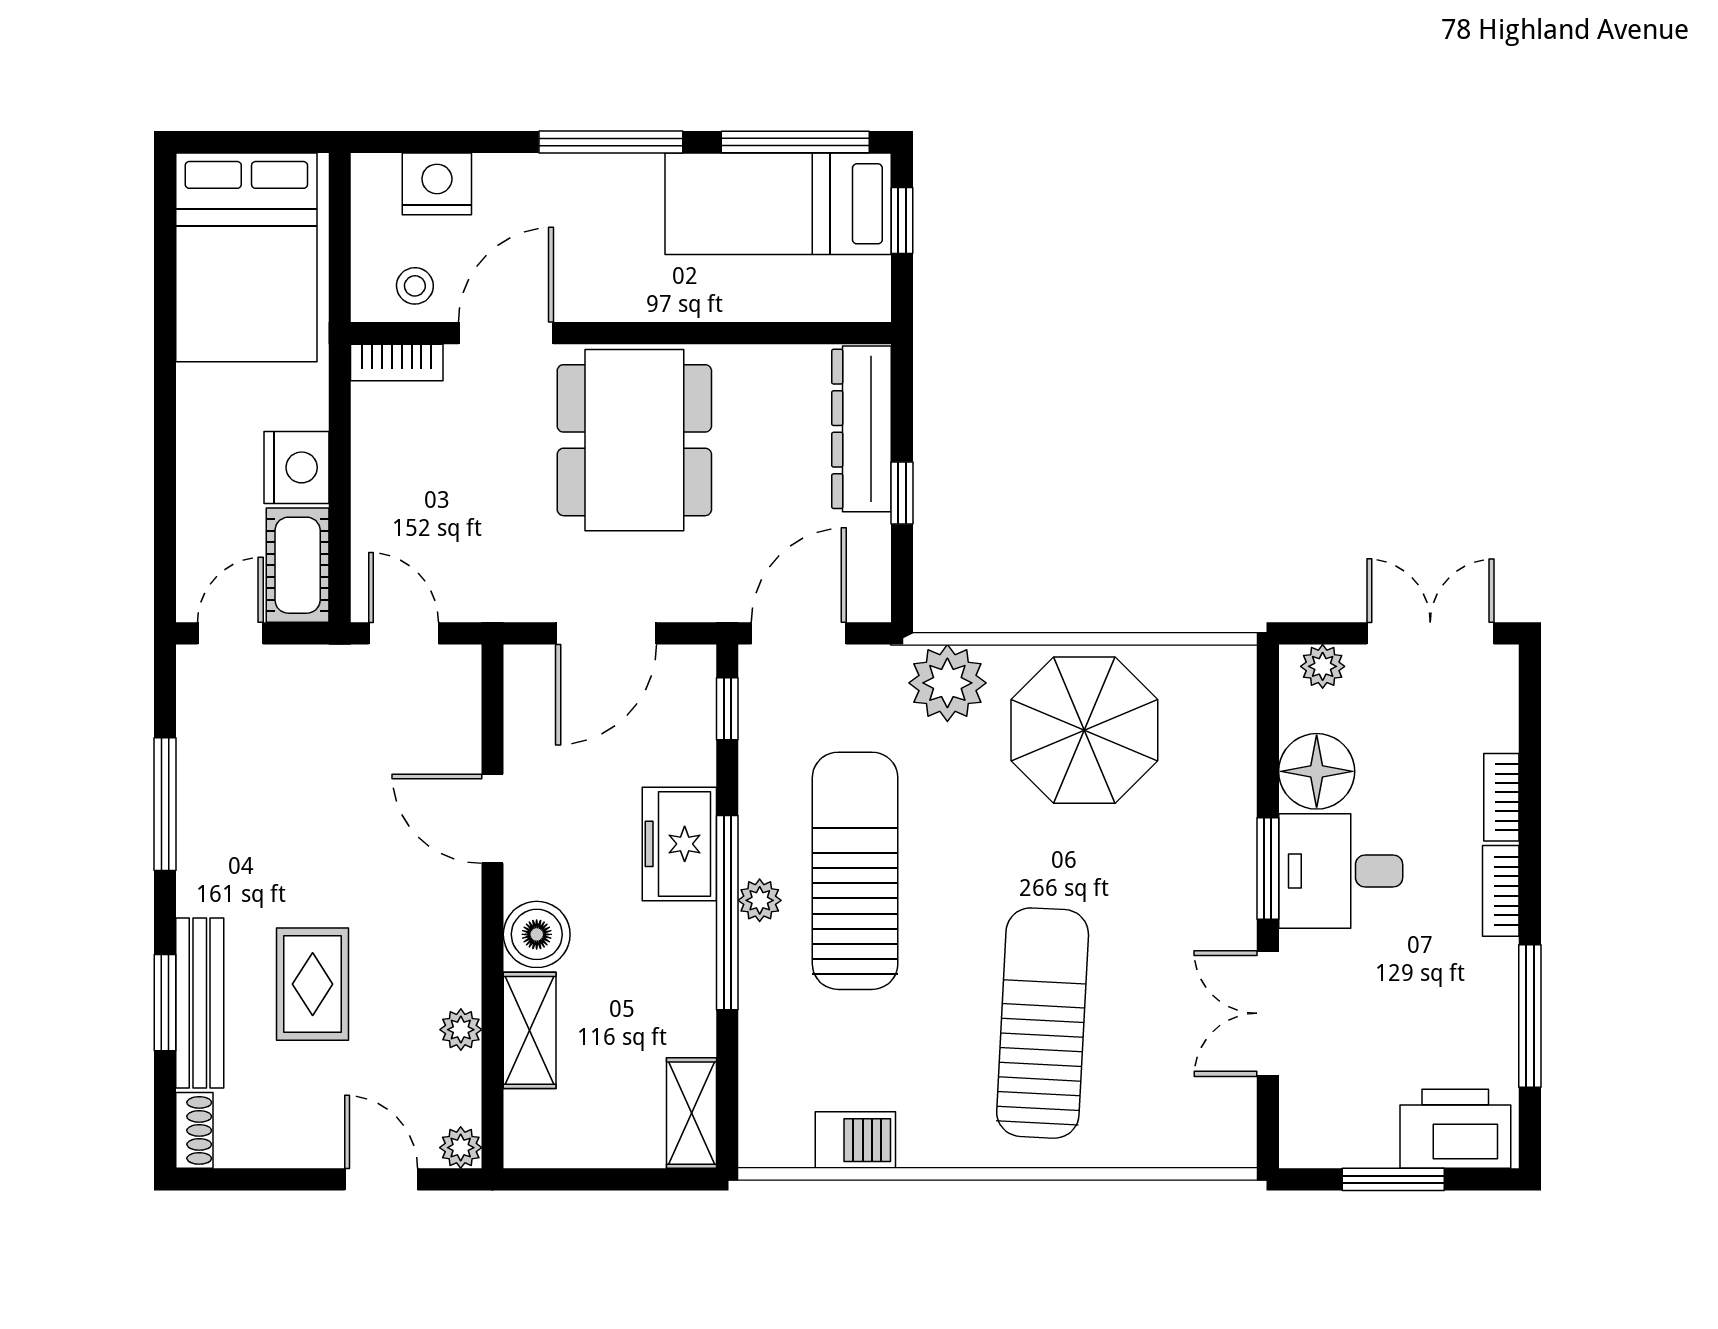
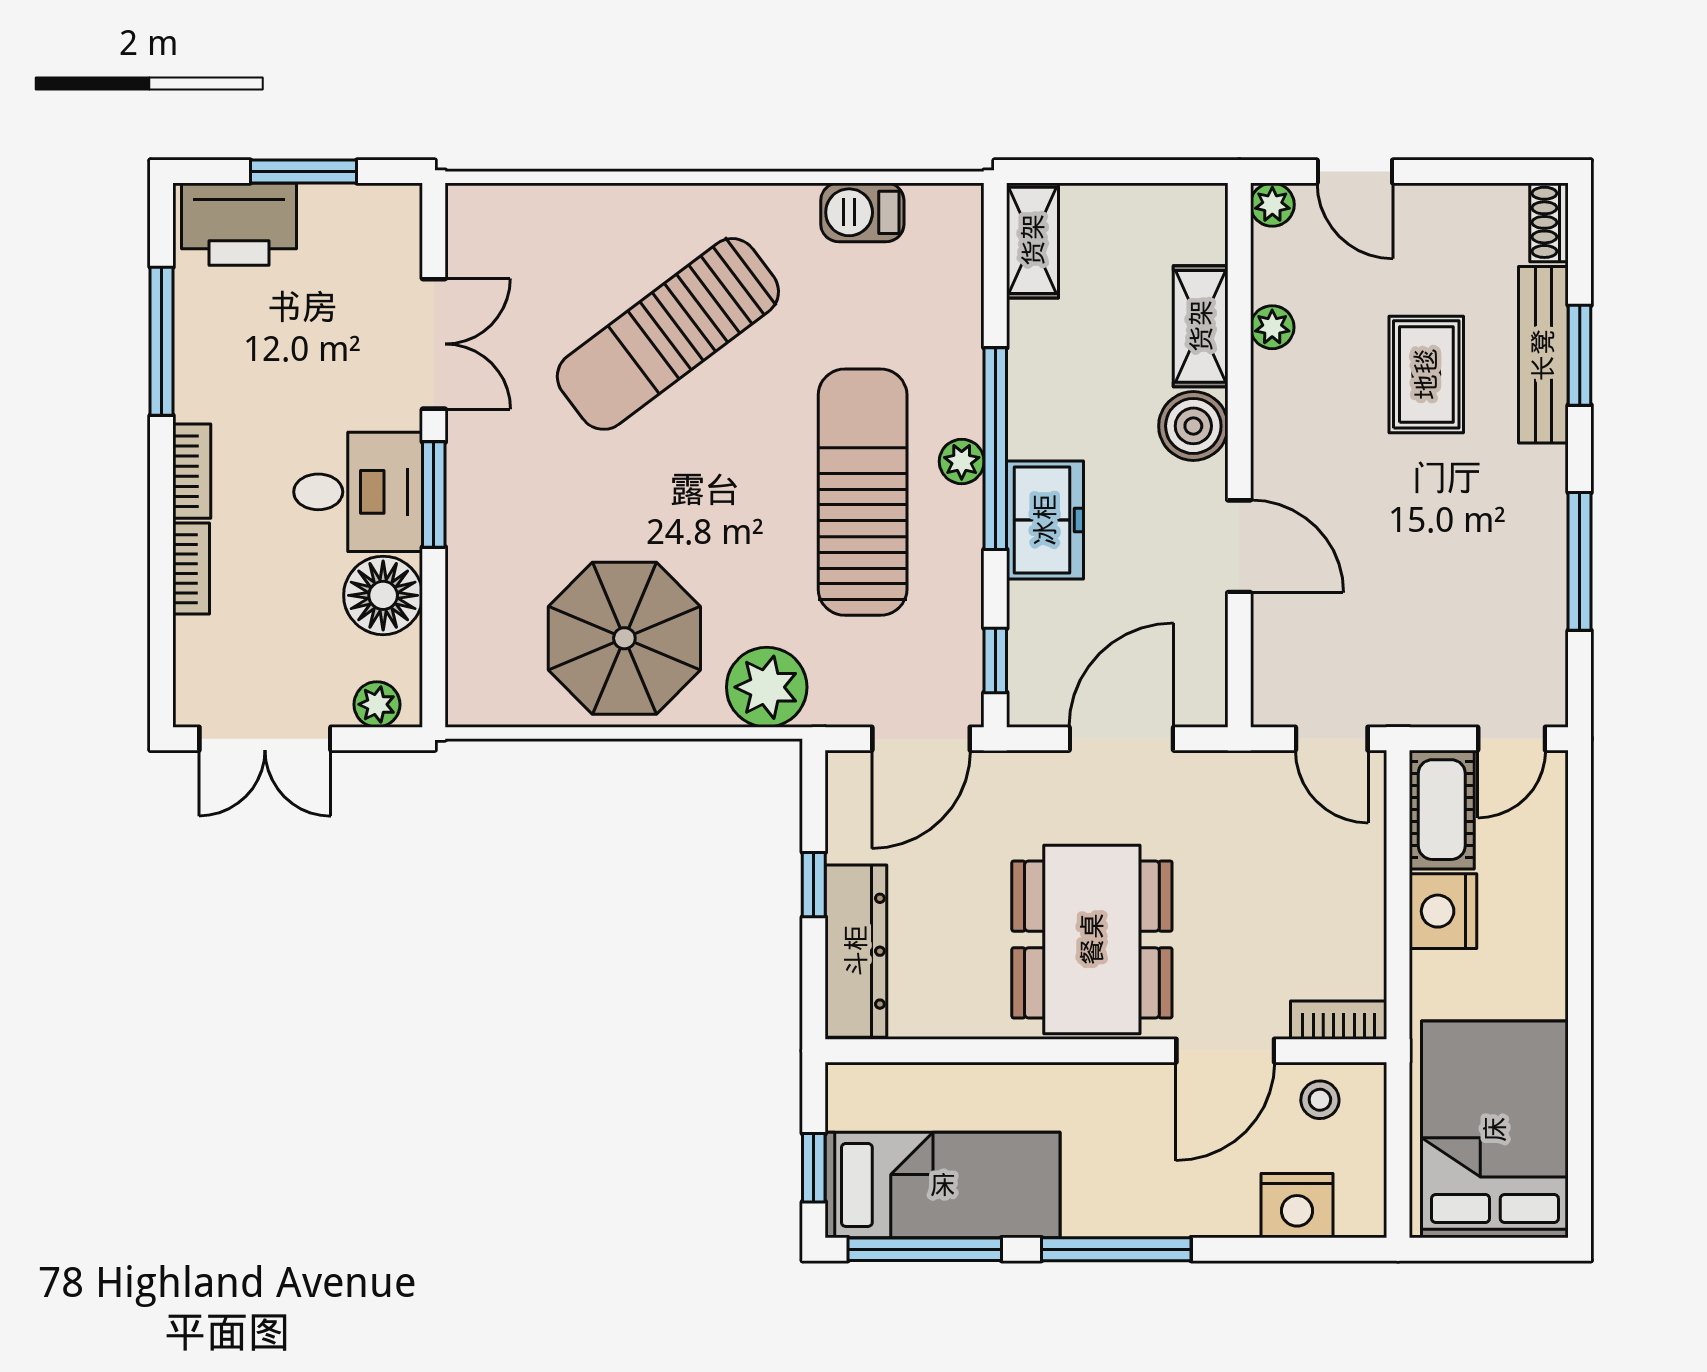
sun lounger: (855, 871) -> (863, 492), turned 180
sun lounger: (1043, 1023) -> (668, 334), turned 50

